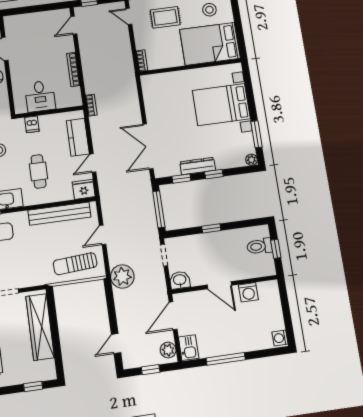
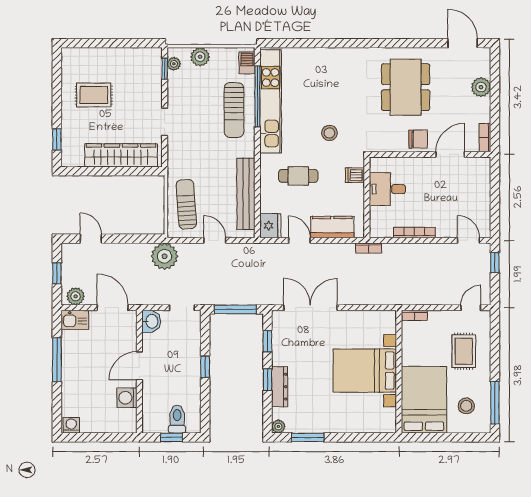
bed with nightstands: (221, 105) -> (365, 371), moved, turned -90
dresser: (198, 166) -> (280, 387), moved

